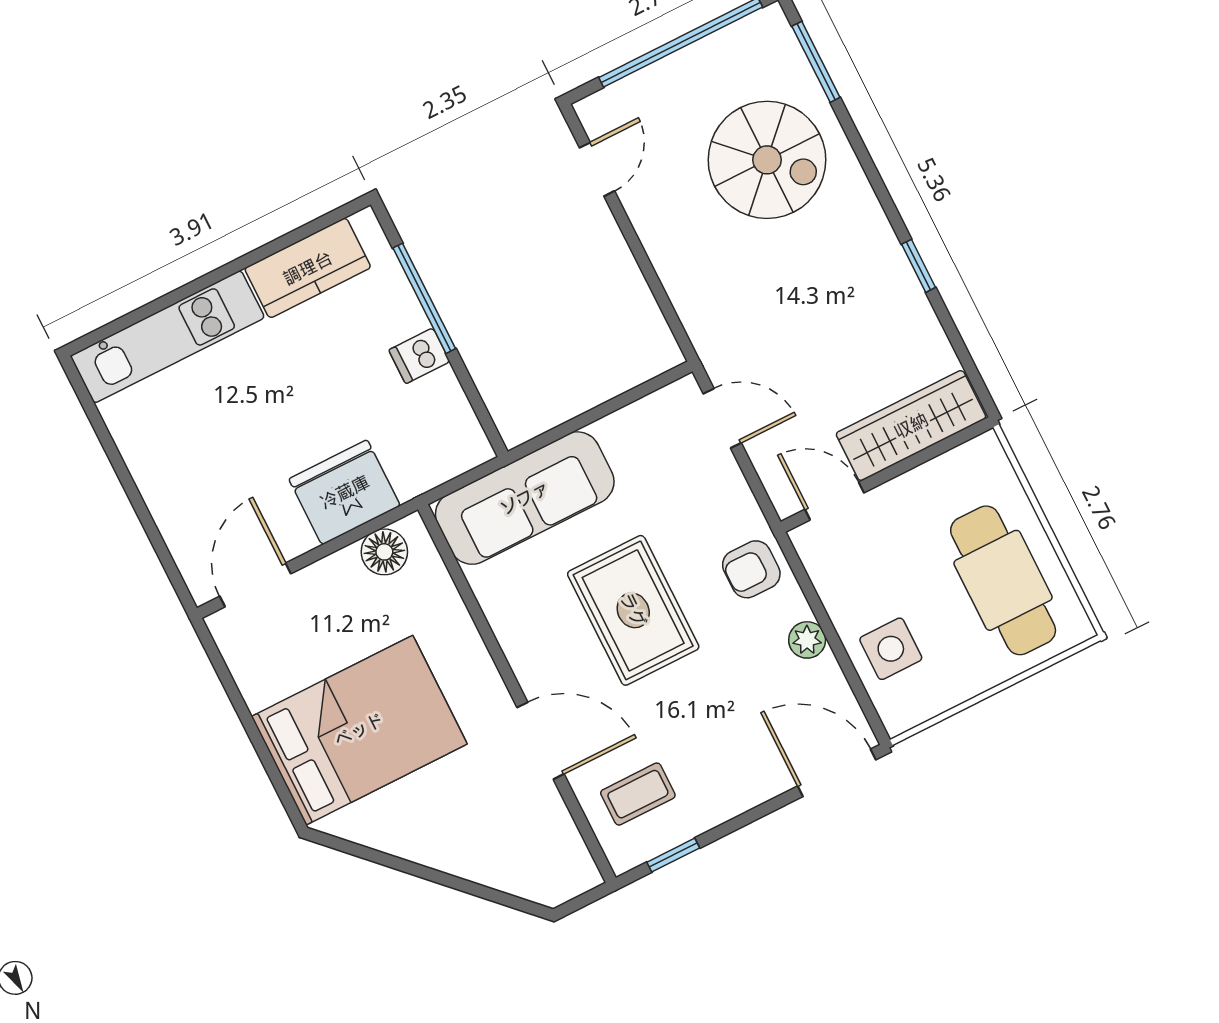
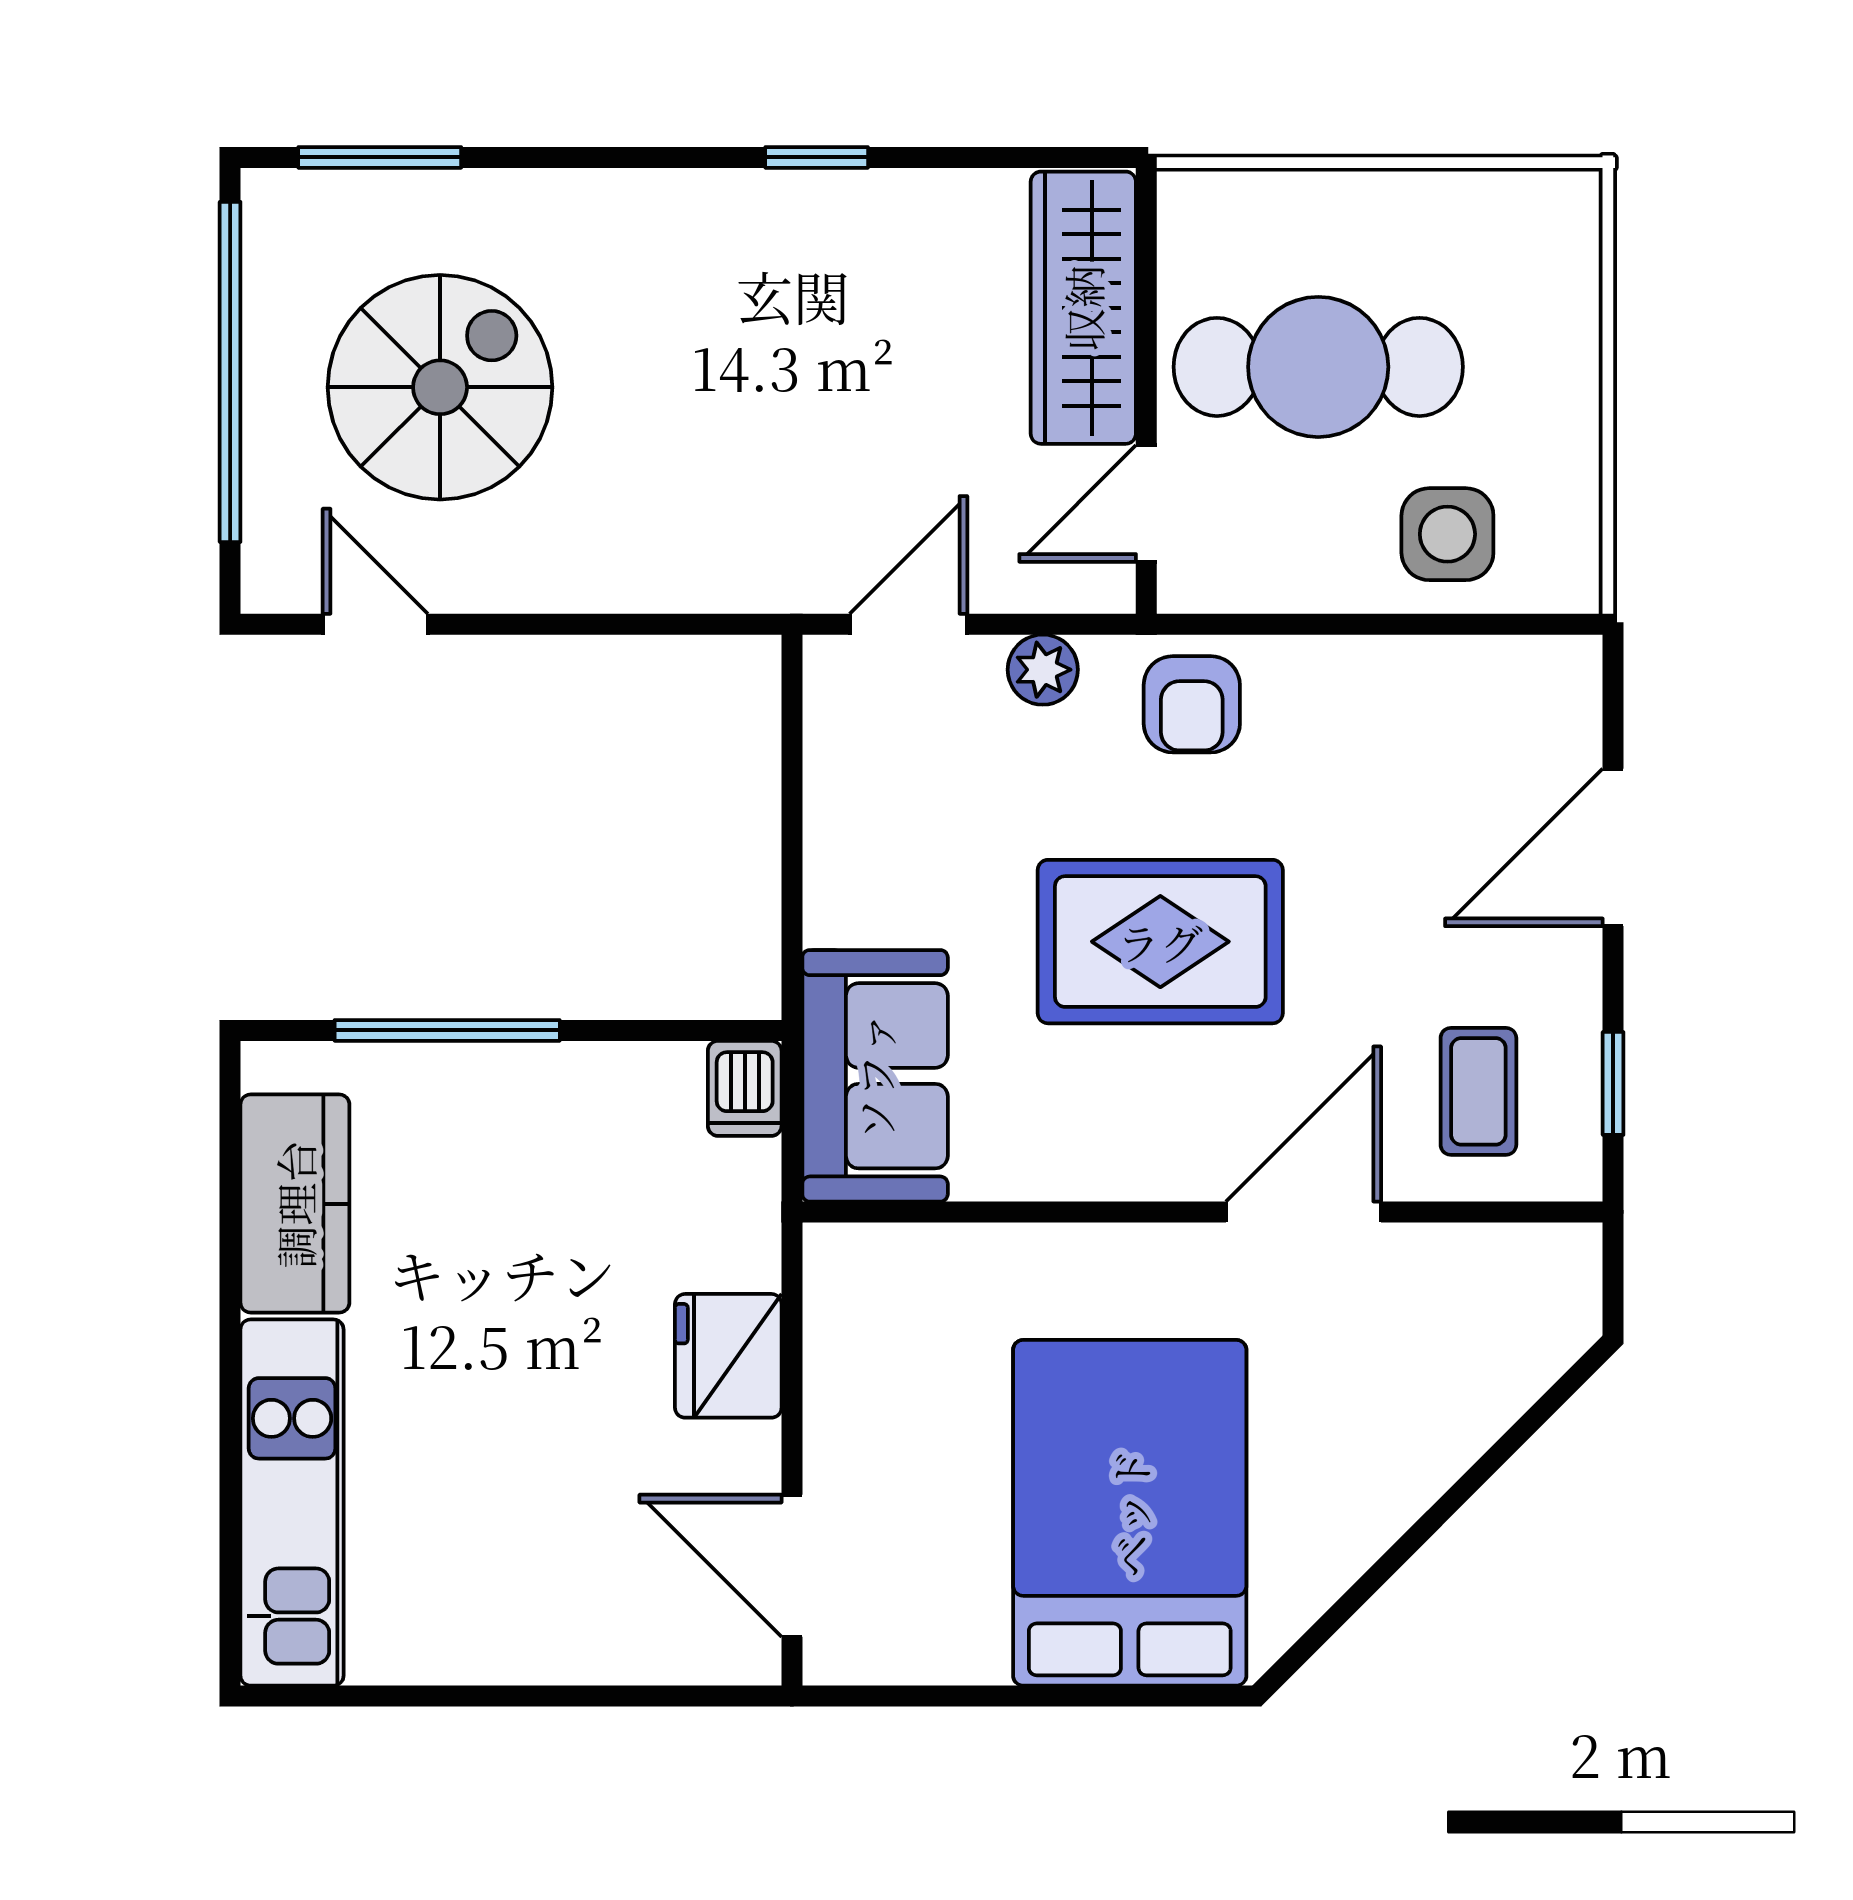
spiral stairs: (767, 160) -> (440, 387), moved
dishwasher: (419, 356) -> (745, 1088), moved
fridge: (345, 492) -> (728, 1356), width x0.73, depth x0.75
sofa: (525, 498) -> (875, 1076), width x0.73
floor lamp: (384, 552) -> (846, 1317), removed
cafe table: (1003, 580) -> (1318, 367), moved
plant: (807, 640) -> (1043, 670), moved
door: (837, 773) -> (1613, 847), moved

